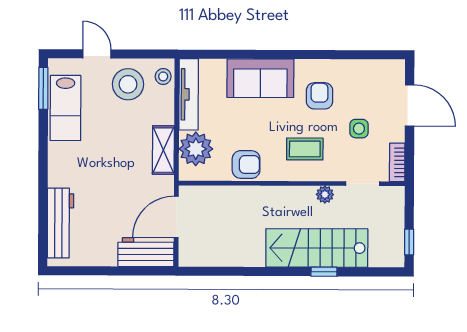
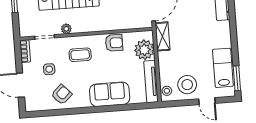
armchair: (320, 96) -> (62, 94), moved, turned -133
shelving: (163, 150) -> (162, 36), moved
armchair: (246, 165) -> (114, 43), turned 180

